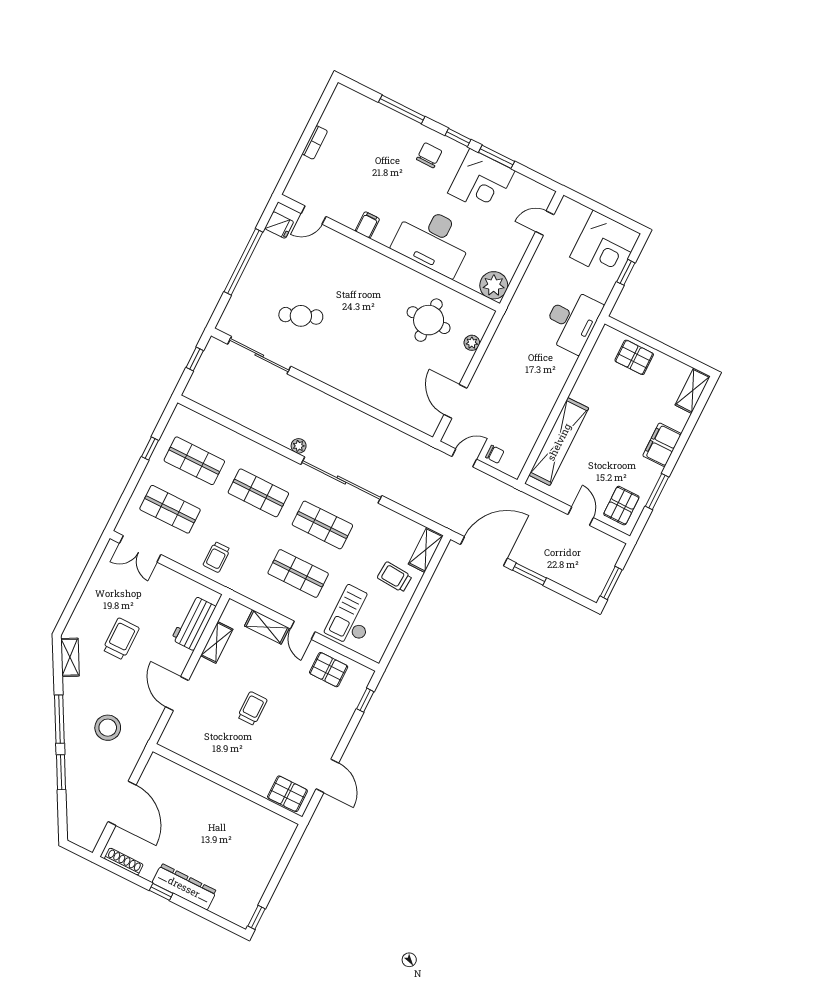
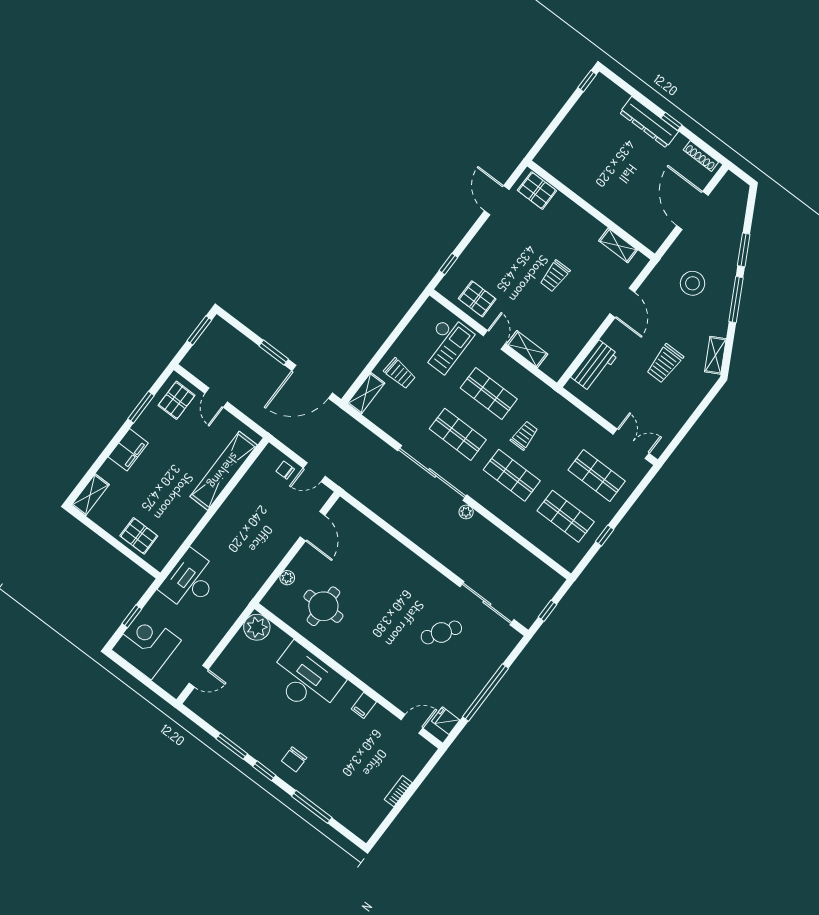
corner desk: (481, 182) -> (250, 726), removed
cafe table: (301, 316) -> (441, 632), turned -34
trolley: (217, 557) -> (524, 435), moved
shelving: (217, 642) -> (618, 245), moved, turned 90

